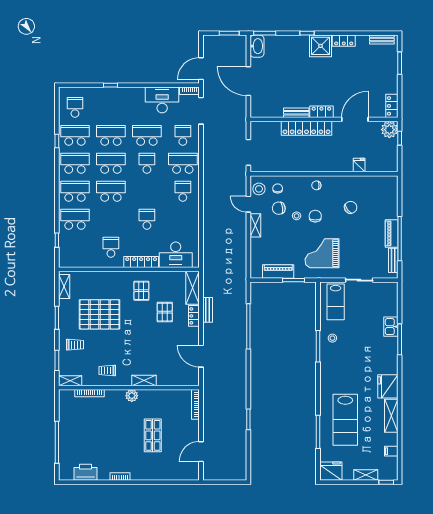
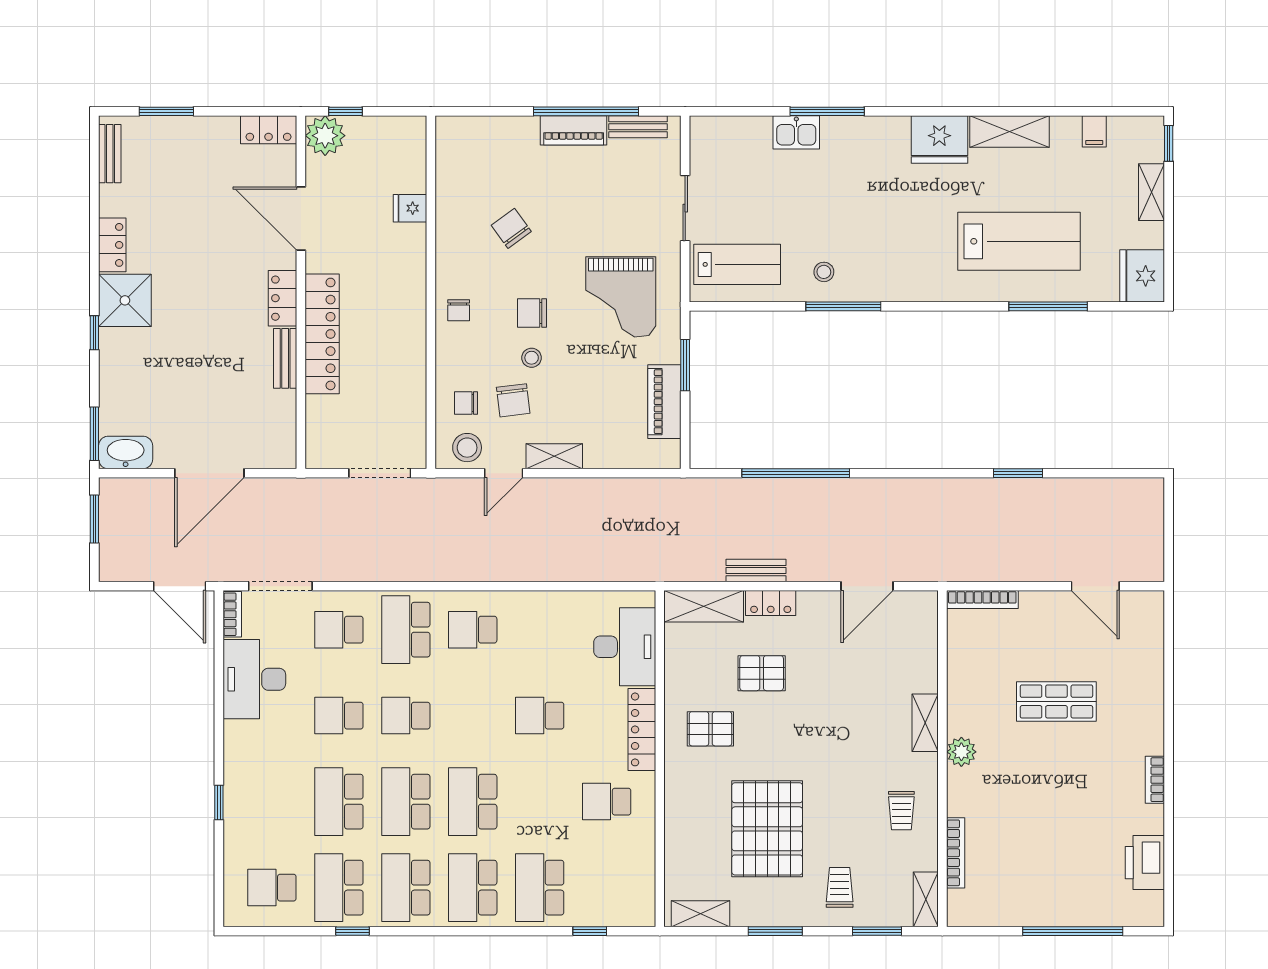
school desk: (147, 135) -> (339, 716), width x0.54

